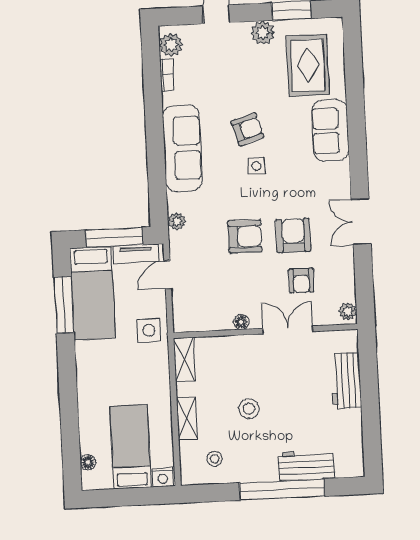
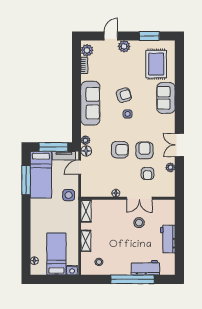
plant: (263, 33) -> (124, 46), moved
floor lamp: (179, 242) -> (86, 151), added
plant: (348, 311) -> (170, 167), moved
double door: (288, 330) -> (139, 198), swing flipped
workbench: (346, 381) -> (168, 239), moved
stool: (249, 409) -> (139, 223), moved

